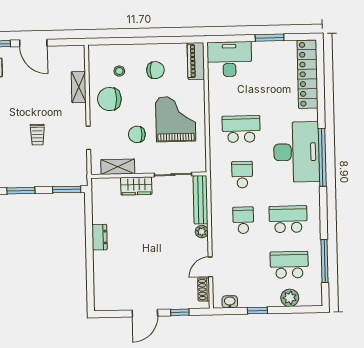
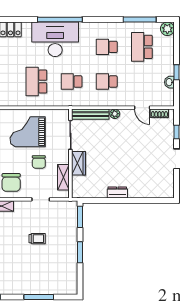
school desk: (288, 219) -> (107, 47), width x0.54
plant: (290, 298) -> (167, 29), moved
washbasin: (230, 302) -> (169, 82), moved

